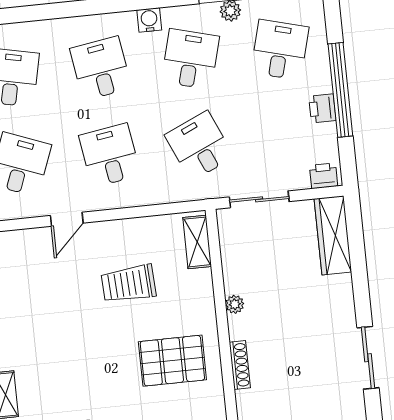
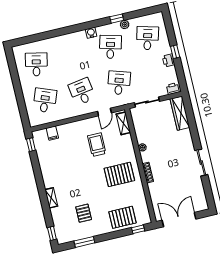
desk: (101, 68) -> (73, 56), removed
window: (340, 90) -> (175, 52), width x0.32
desk: (199, 146) -> (119, 83), turned 42
door: (67, 219) -> (104, 112), moved
filing cabinet: (28, 243) -> (52, 133), added
trolley: (129, 284) -> (97, 145), turned 93

